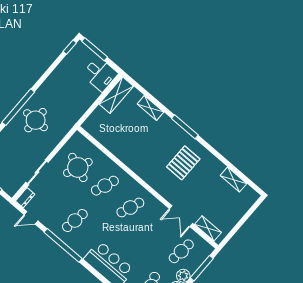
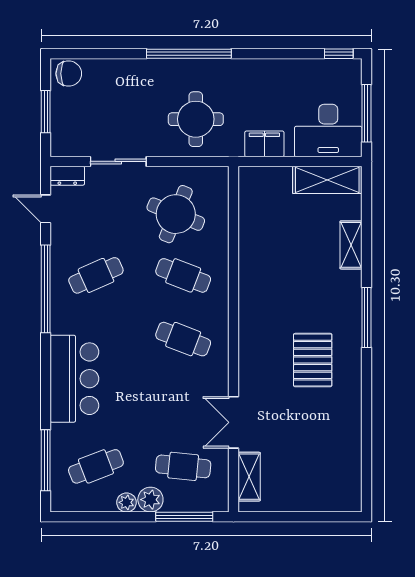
window: (95, 49) -> (366, 113), moved
desk: (100, 74) -> (328, 130), width x1.37
filing cabinet: (80, 108) -> (264, 144), added
round table: (36, 120) -> (196, 119), moved
pallet: (183, 163) -> (313, 360), turned 90
shelving: (234, 180) -> (351, 453), removed
cafe table: (75, 220) -> (96, 275), turned -33

